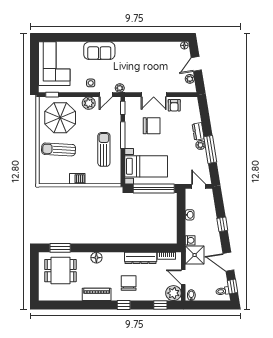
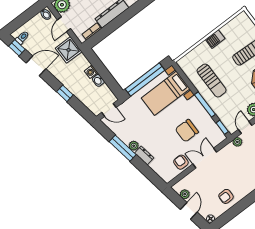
armchair: (160, 53) -> (226, 196), added
washing machine: (190, 240) -> (91, 72), moved
door: (183, 277) -> (64, 24), swing flipped

